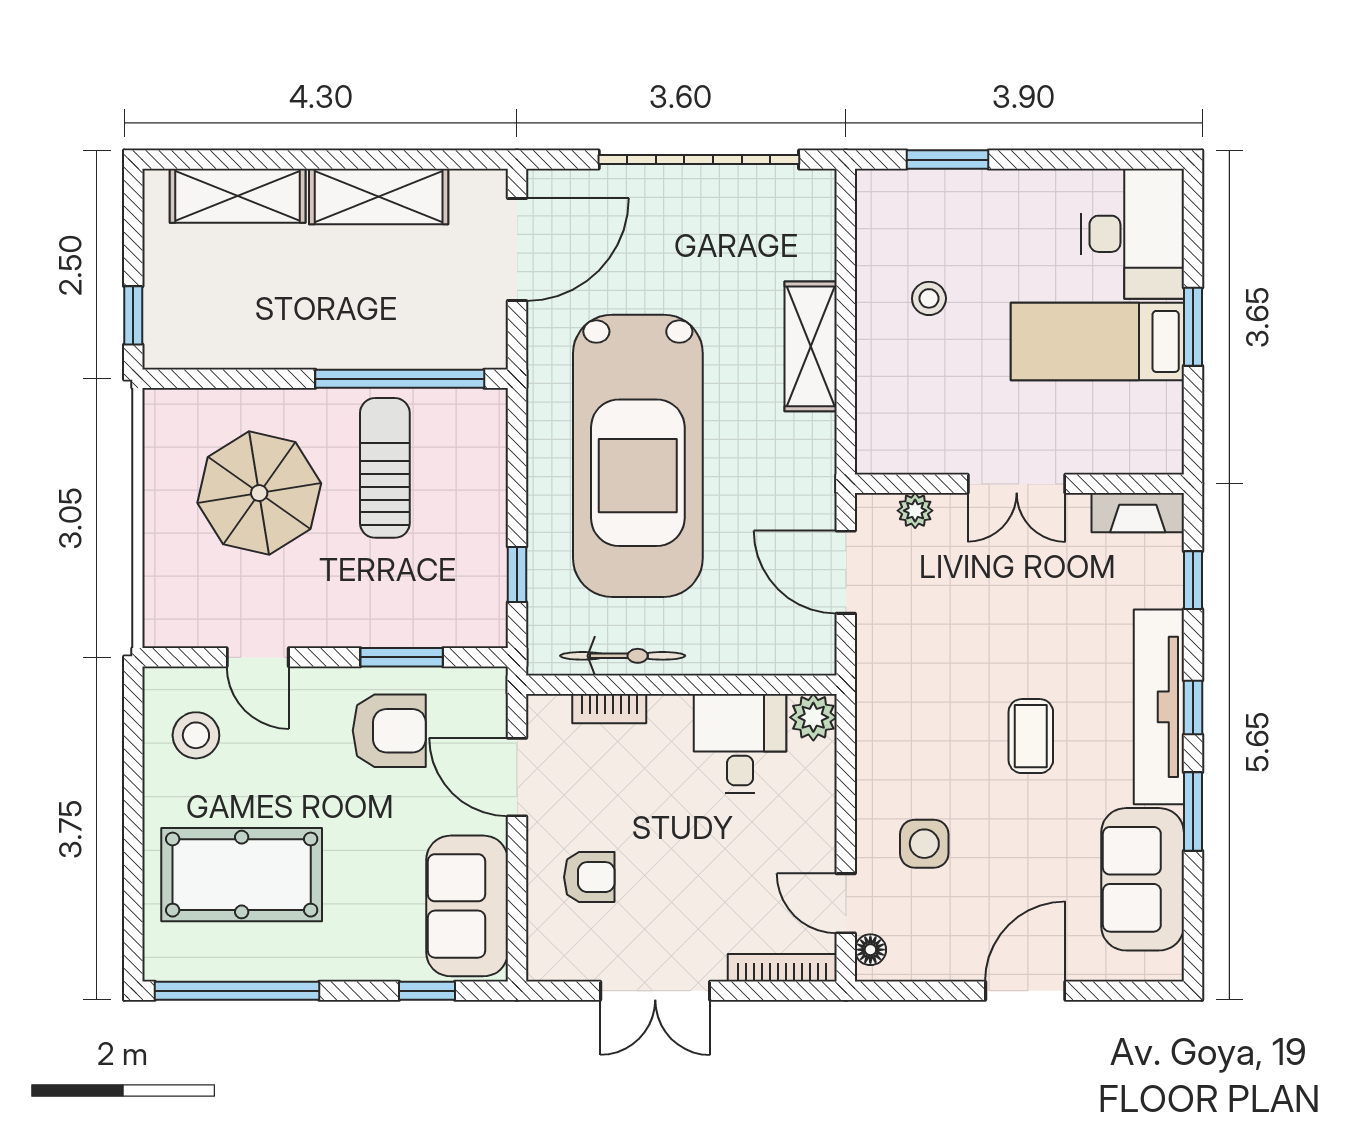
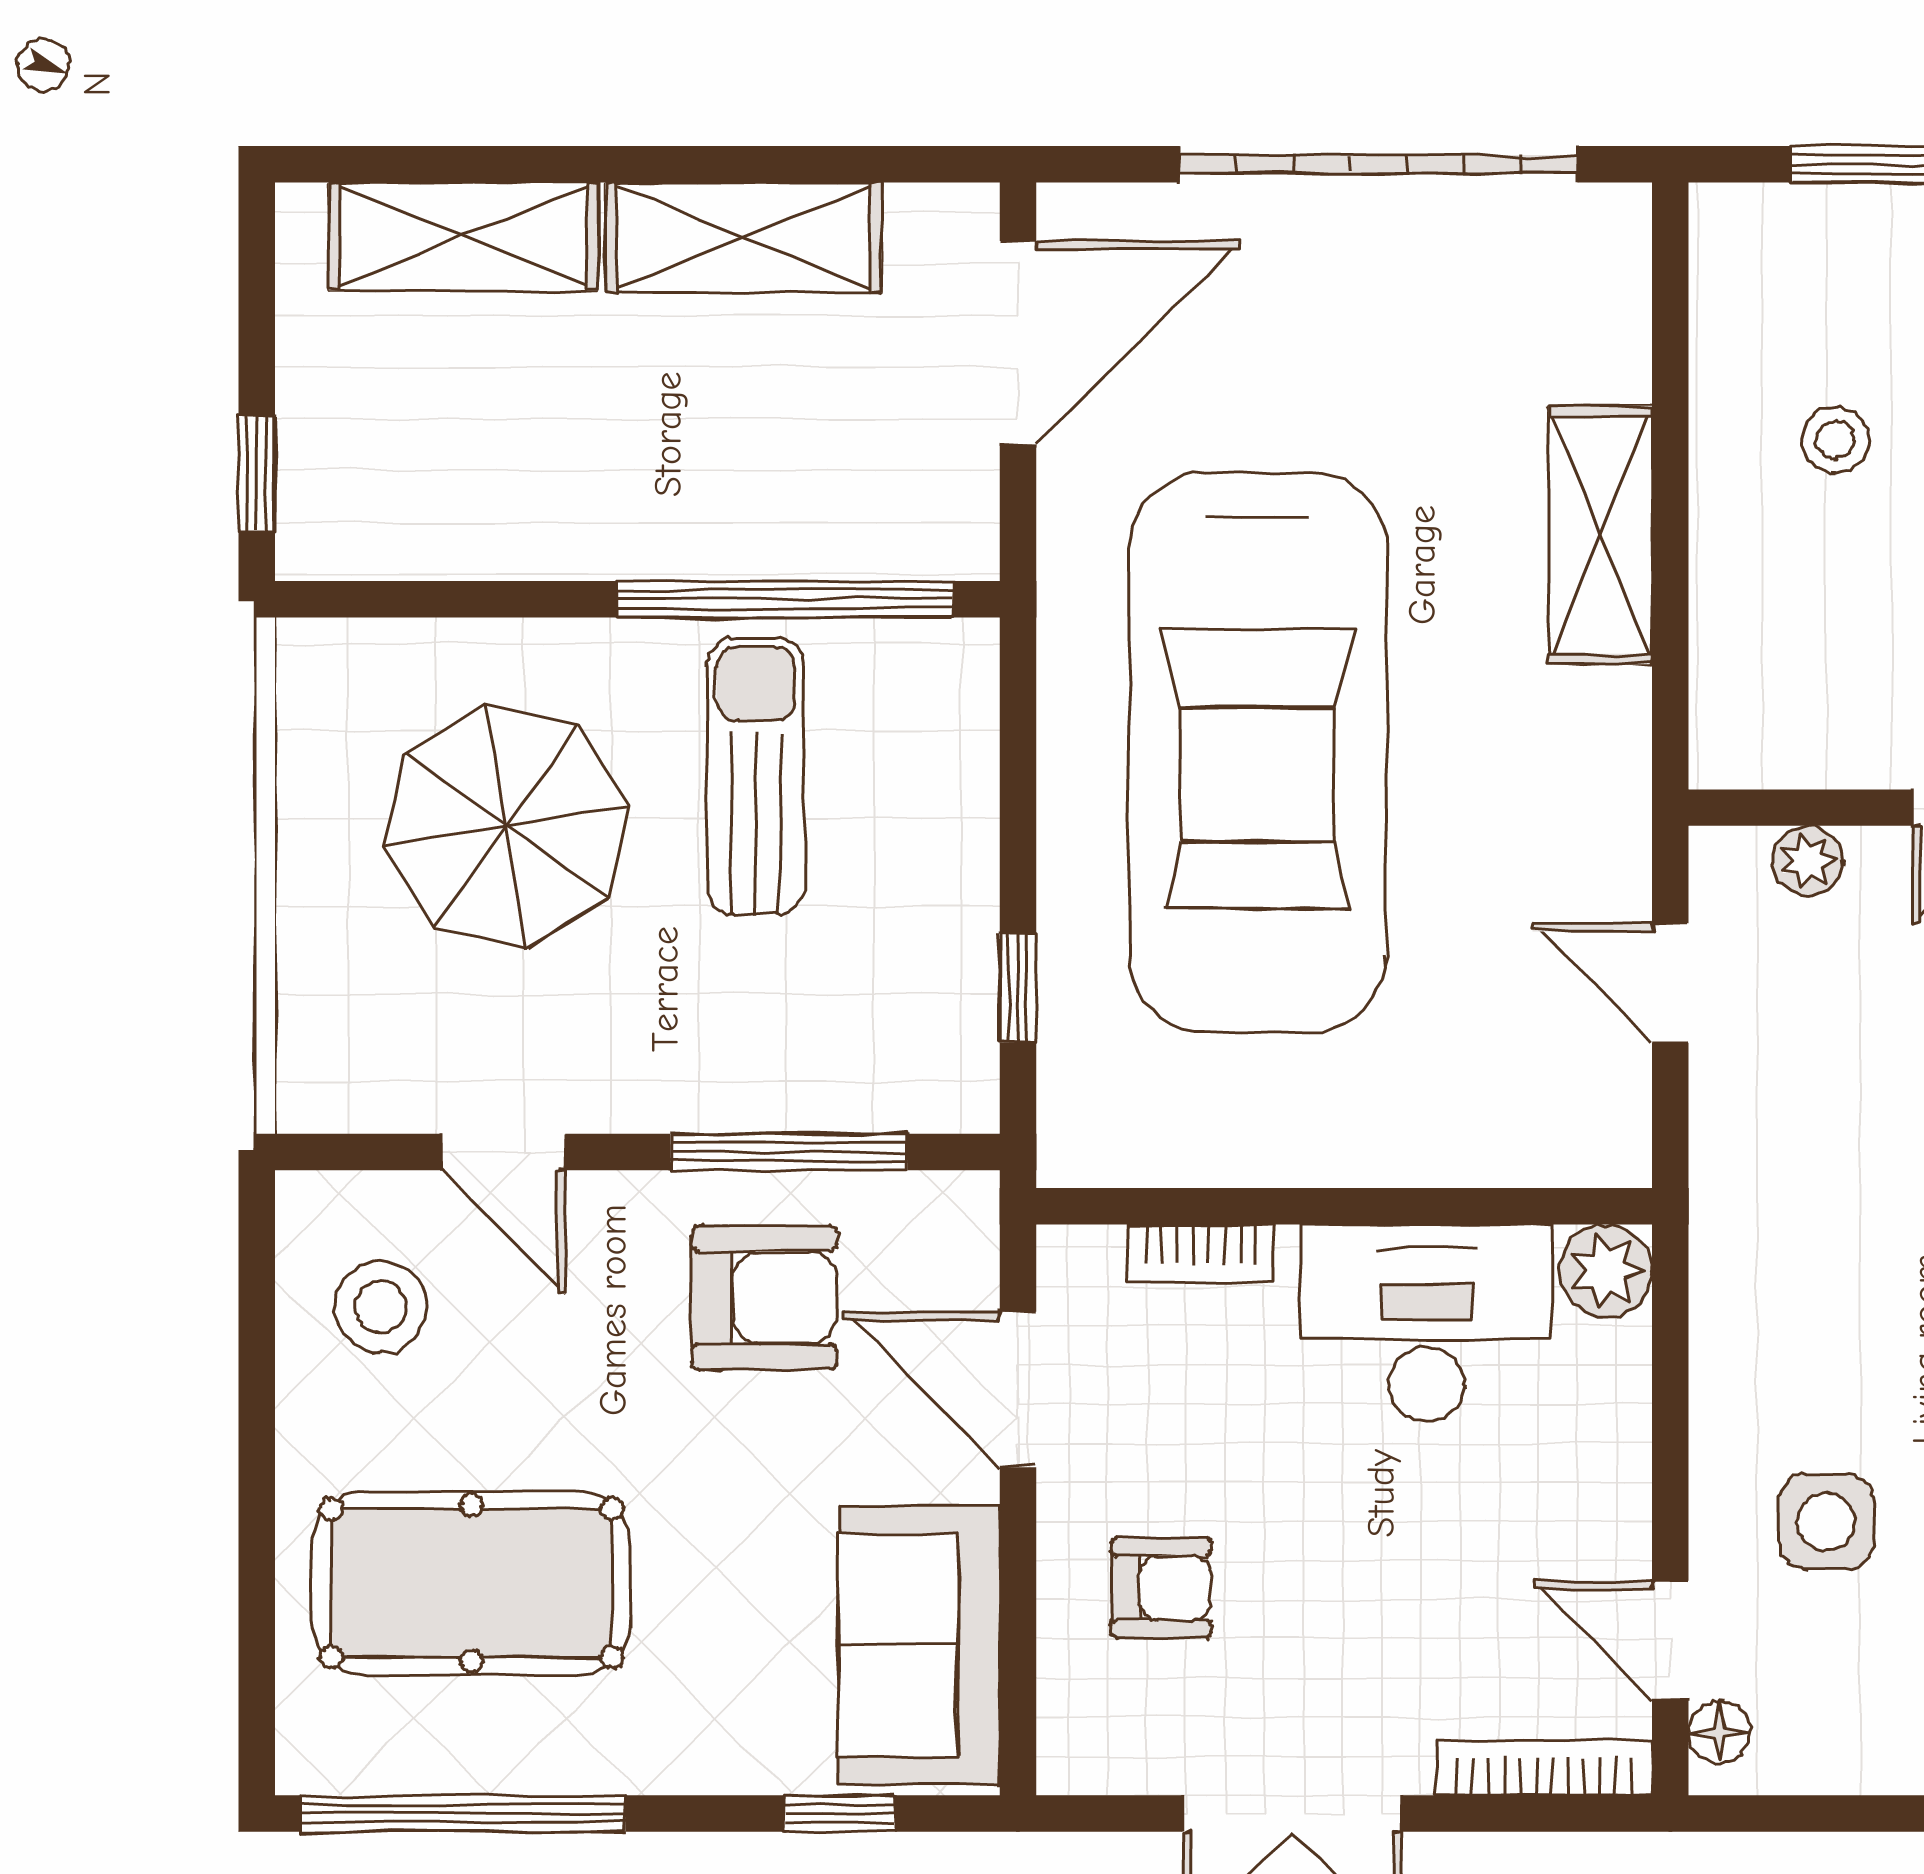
door: (846, 572) -> (1670, 983), width x0.73
bicycle: (623, 656) -> (1227, 1149), removed
window: (402, 657) -> (789, 1152), width x1.44
desk: (740, 744) -> (1426, 1323), width x1.37

